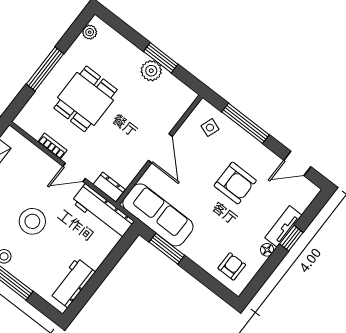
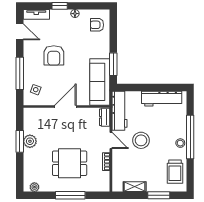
armchair: (235, 183) -> (54, 55), turned 180
stool: (32, 221) -> (141, 140), moved
tv unit: (283, 226) -> (36, 14), moved
workbench: (72, 283) -> (162, 99), width x1.38

